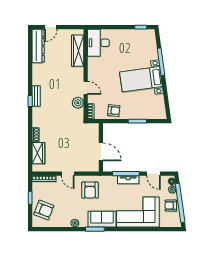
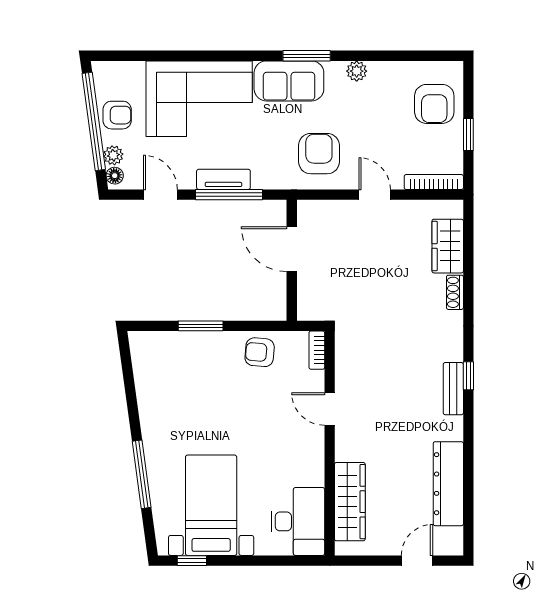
dresser: (38, 46) -> (448, 484), moved
bed with nightstands: (141, 79) -> (211, 505), moved, turned -82
plant: (78, 103) -> (349, 372), removed
armchair: (44, 210) -> (434, 104), turned -111

